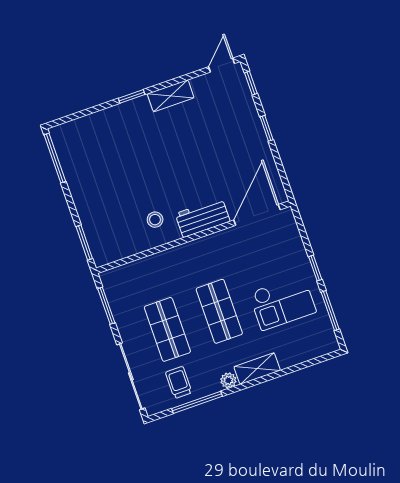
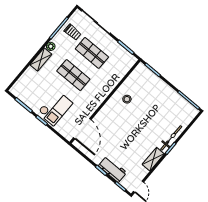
bicycle: (120, 113) -> (171, 138), added
workbench: (203, 218) -> (113, 169), moved, turned -90
checkout: (283, 302) -> (55, 108), moved, turned 180

